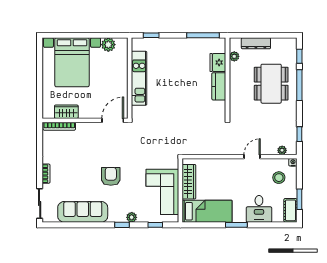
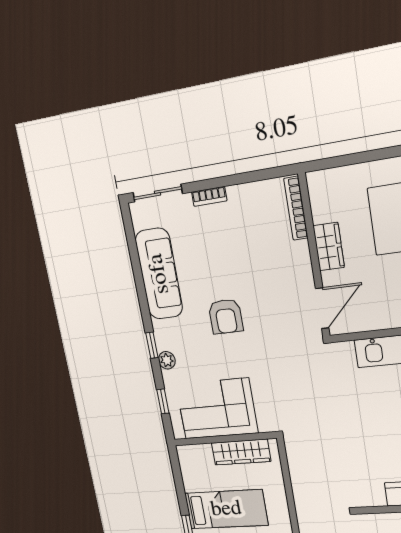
wardrobe: (66, 112) -> (329, 247), moved
door: (113, 120) -> (322, 308), hinge flipped
armchair: (111, 176) -> (226, 316), turned 90
bed: (207, 211) -> (226, 509), moved, turned -90

